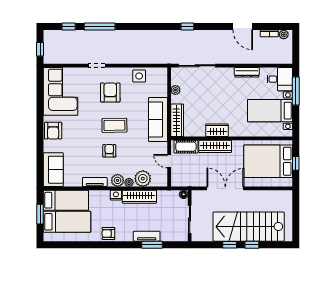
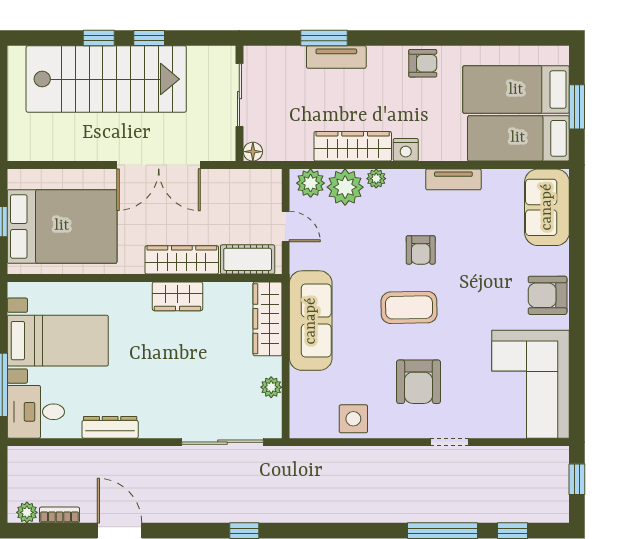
armchair: (53, 131) -> (548, 295), turned -90
plant: (118, 180) -> (311, 183), moved

